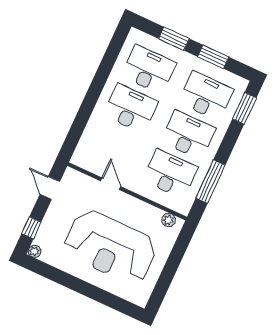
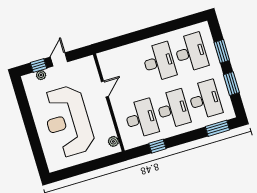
window: (211, 181) -> (157, 146), width x0.46
door: (50, 188) -> (59, 59), moved
plant: (35, 251) -> (41, 75), moved

